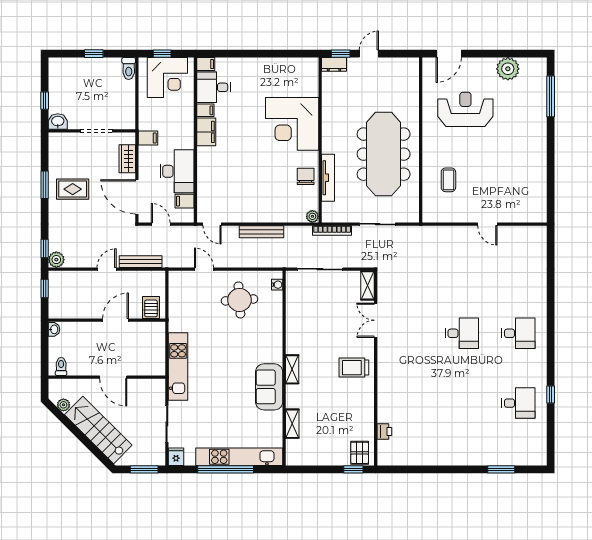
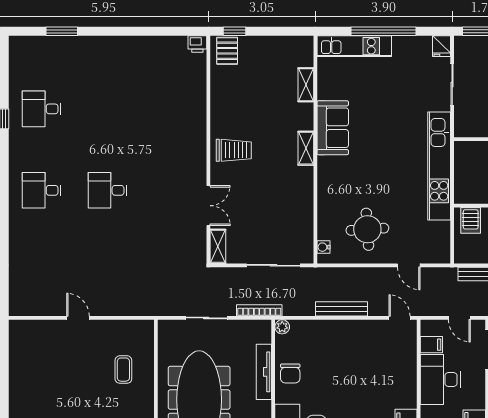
kitchen unit: (178, 366) -> (439, 166), width x1.36
printer: (384, 431) -> (197, 44), moved, turned -90
kitchen unit: (239, 457) -> (354, 46), width x0.73

